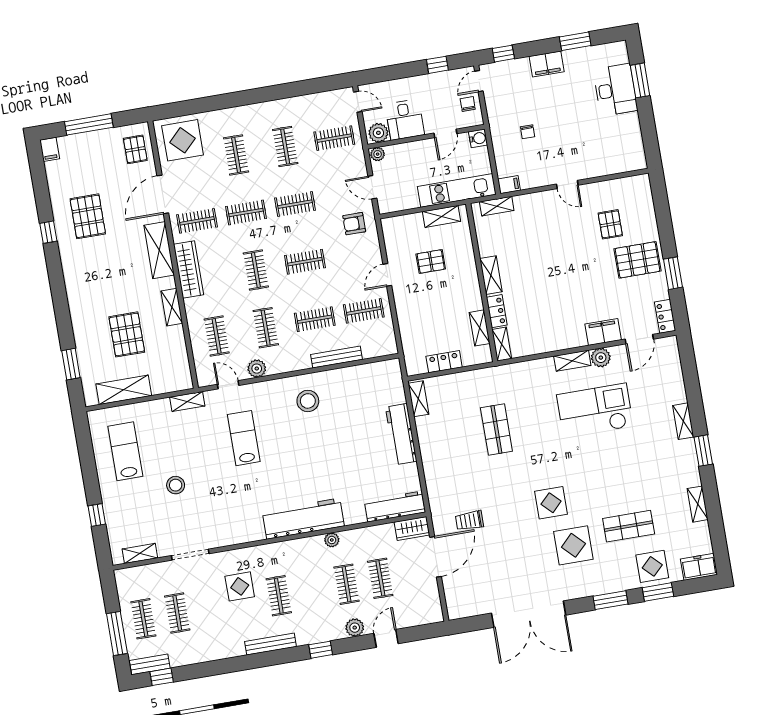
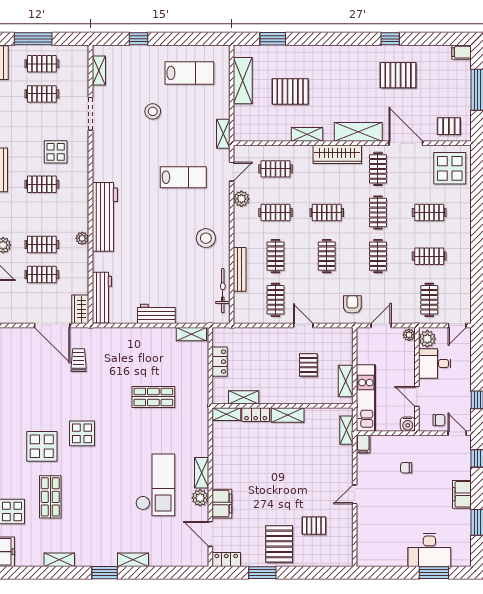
bicycle: (364, 372) -> (223, 291), added
workbench: (401, 434) -> (156, 314), width x0.73

